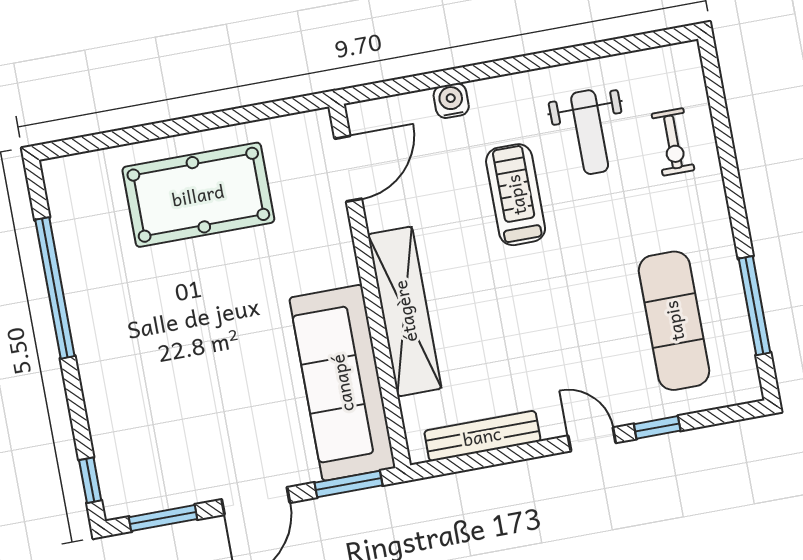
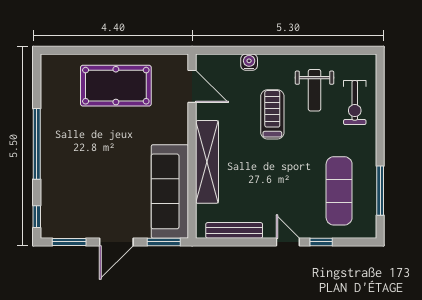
exercise bike: (673, 142) -> (355, 103), width x1.38, depth x1.39
door: (348, 169) -> (192, 86), hinge flipped
window: (55, 288) -> (37, 144), moved

